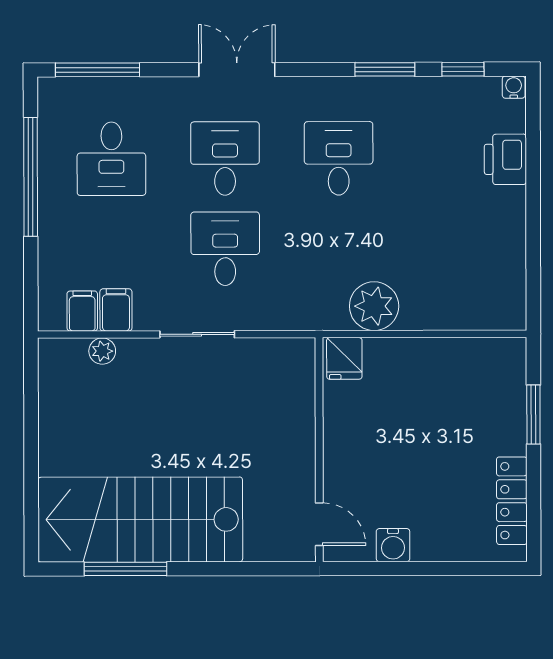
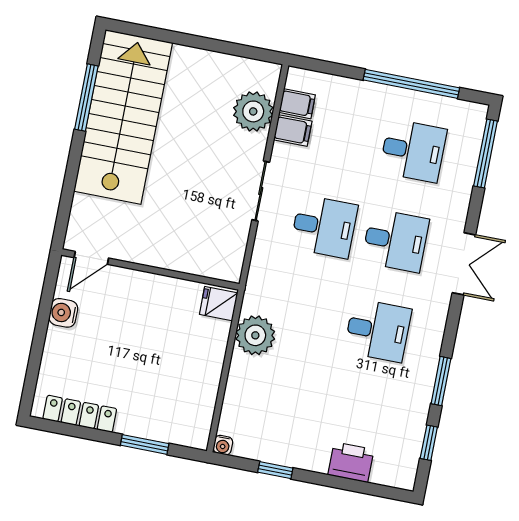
water cooler: (514, 87) -> (223, 445), moved, turned 90
desk: (111, 159) -> (413, 151), turned 180
window: (533, 249) -> (275, 470), added
plant: (102, 351) -> (253, 111), width x1.88, depth x1.88

